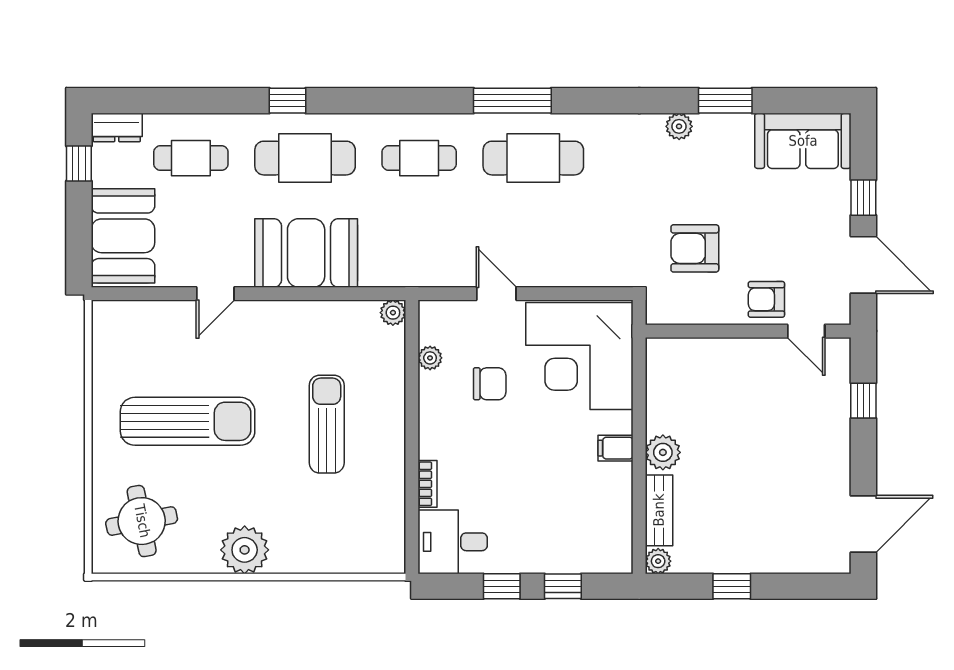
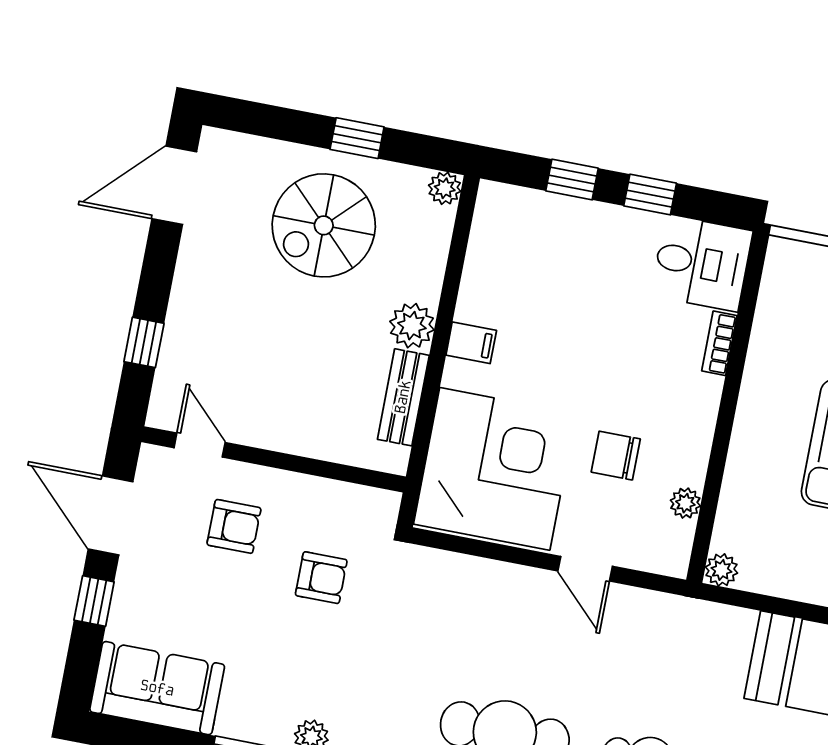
armchair: (695, 248) -> (321, 578), width x0.72, depth x0.72
armchair: (766, 299) -> (234, 526), moved
bench: (659, 510) -> (403, 397), moved
spiral stairs: (744, 515) -> (324, 225), added

